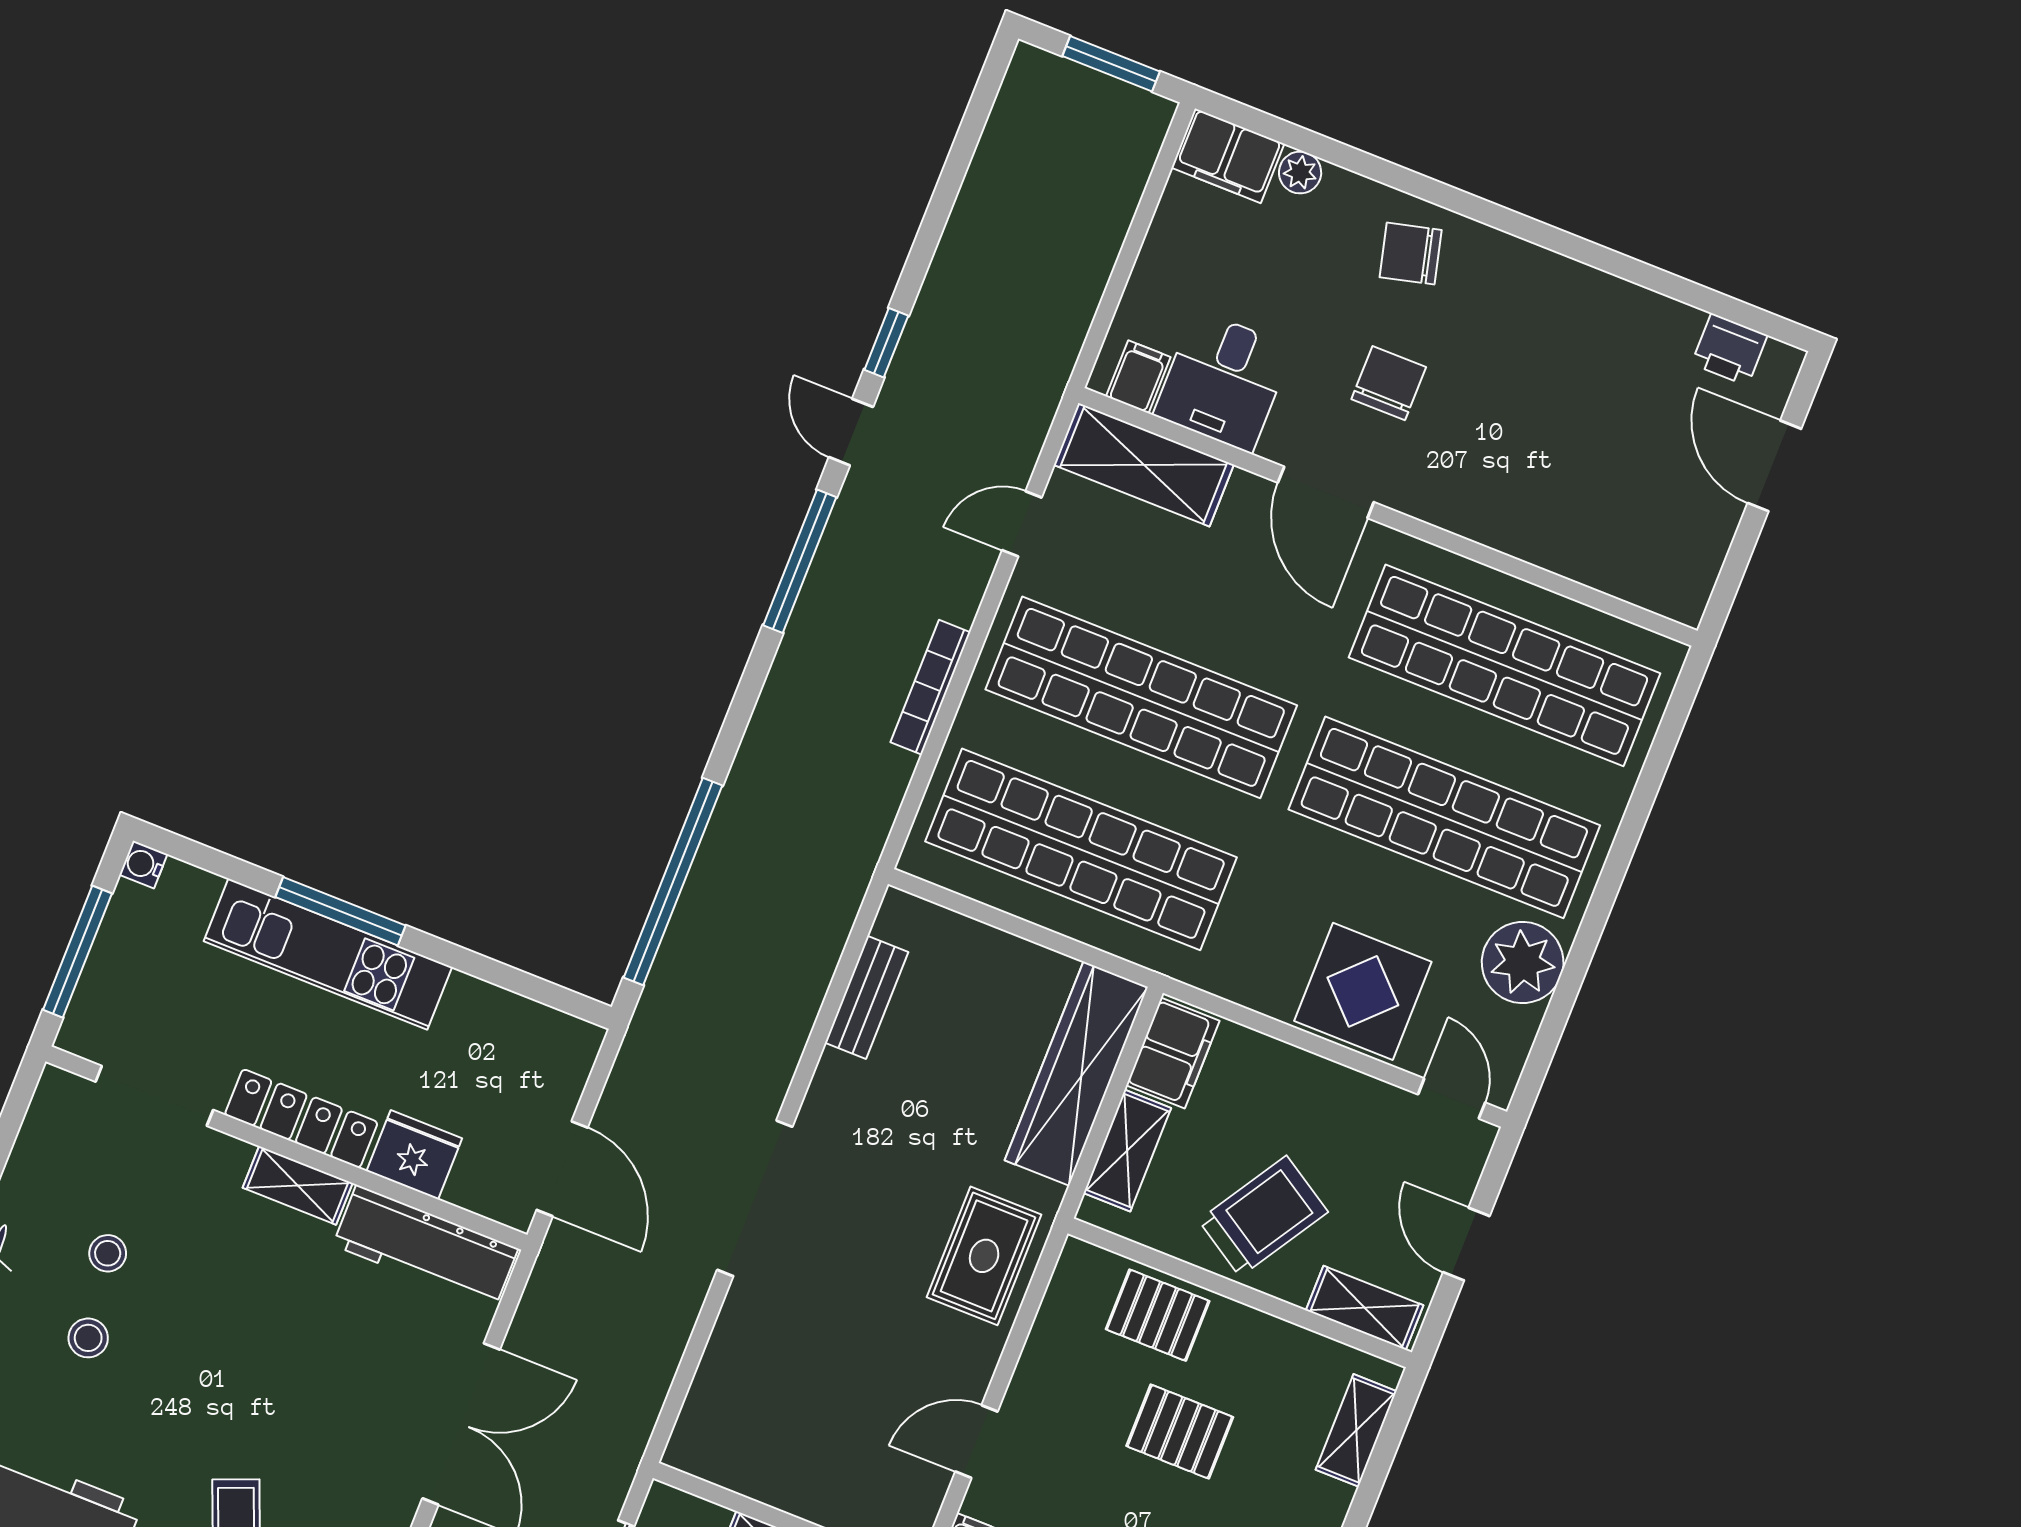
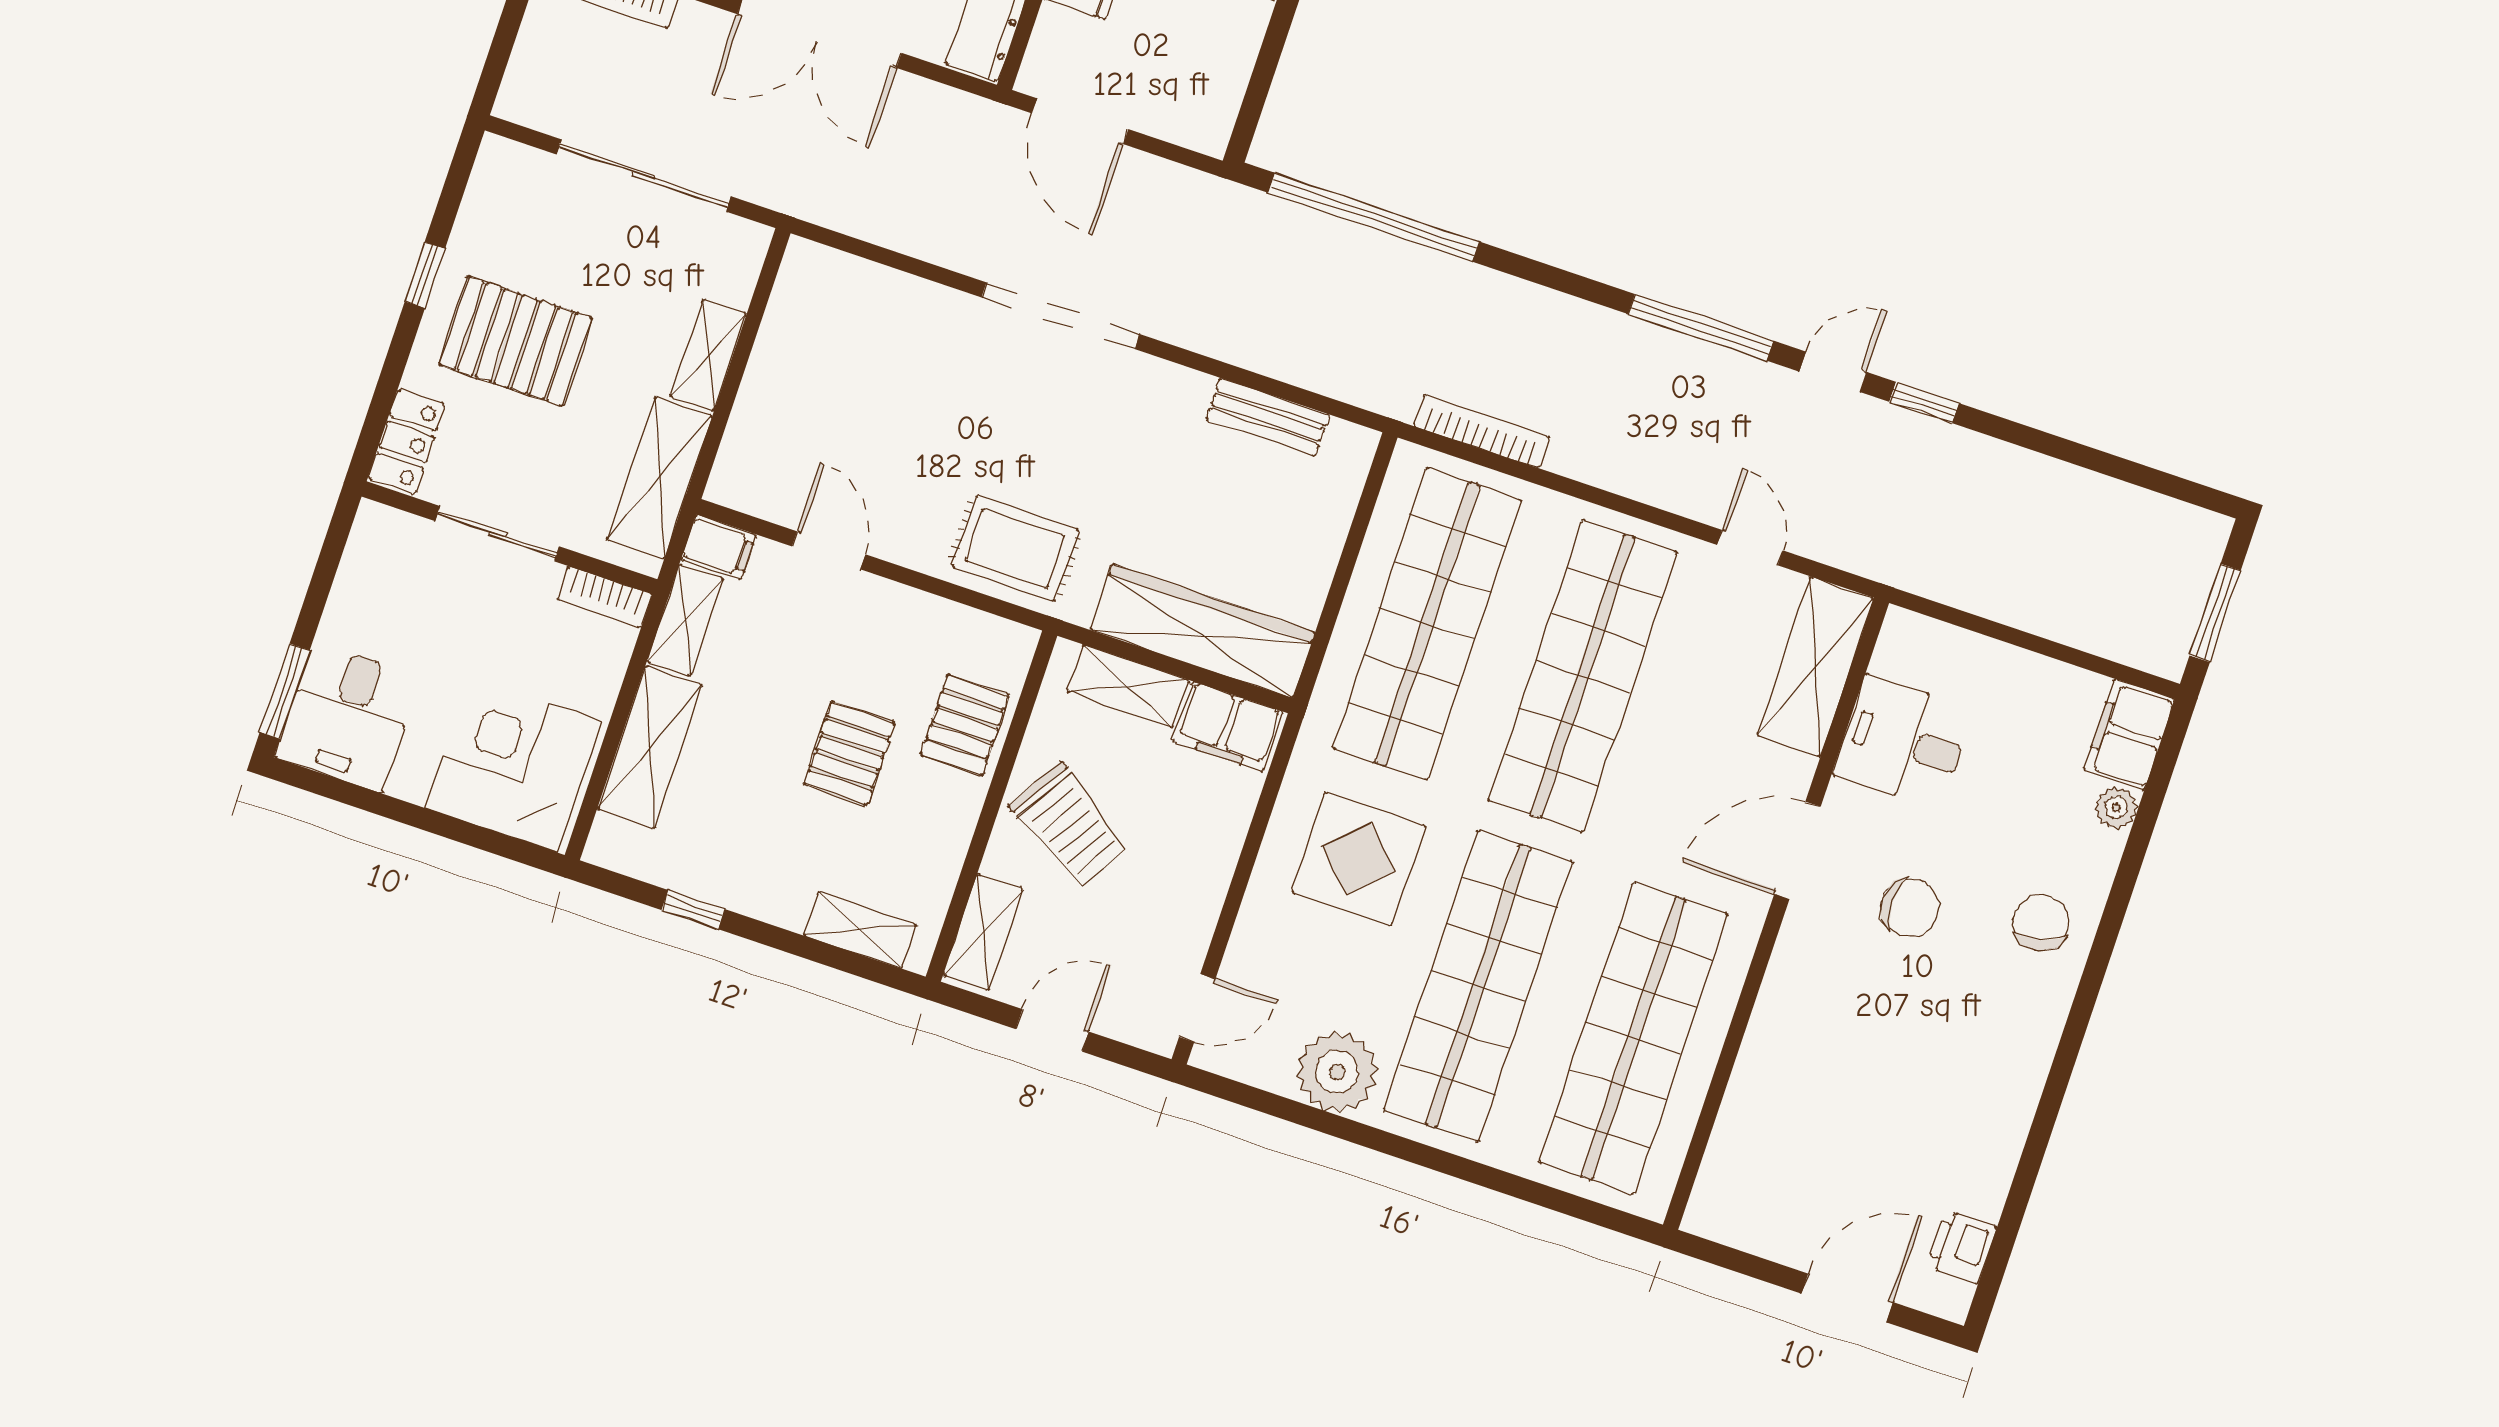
filing cabinet: (1138, 377) -> (1903, 656), removed
bookcase: (930, 687) -> (1482, 431), moved
display table: (1363, 991) -> (1359, 859), moved
door: (562, 1169) -> (1080, 121), hinge flipped

